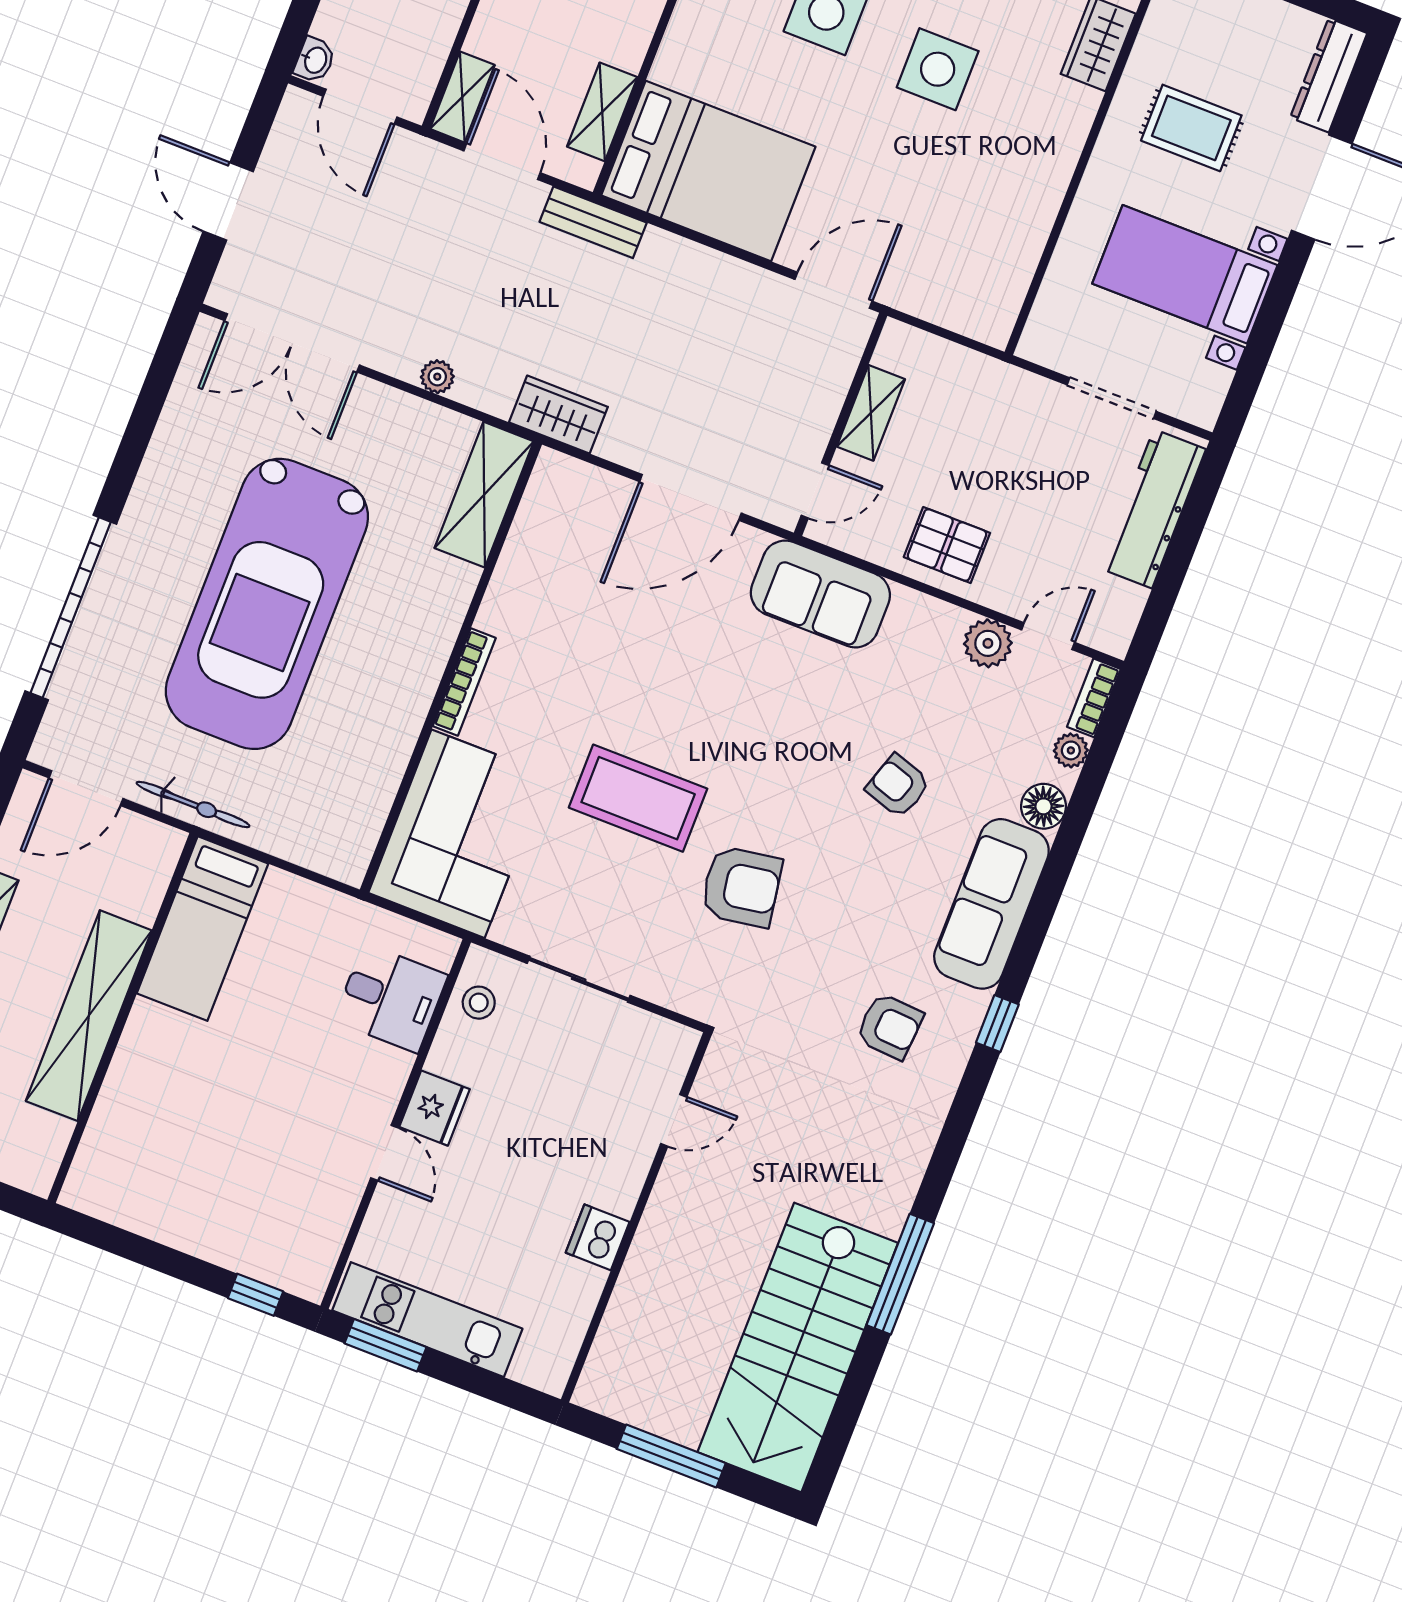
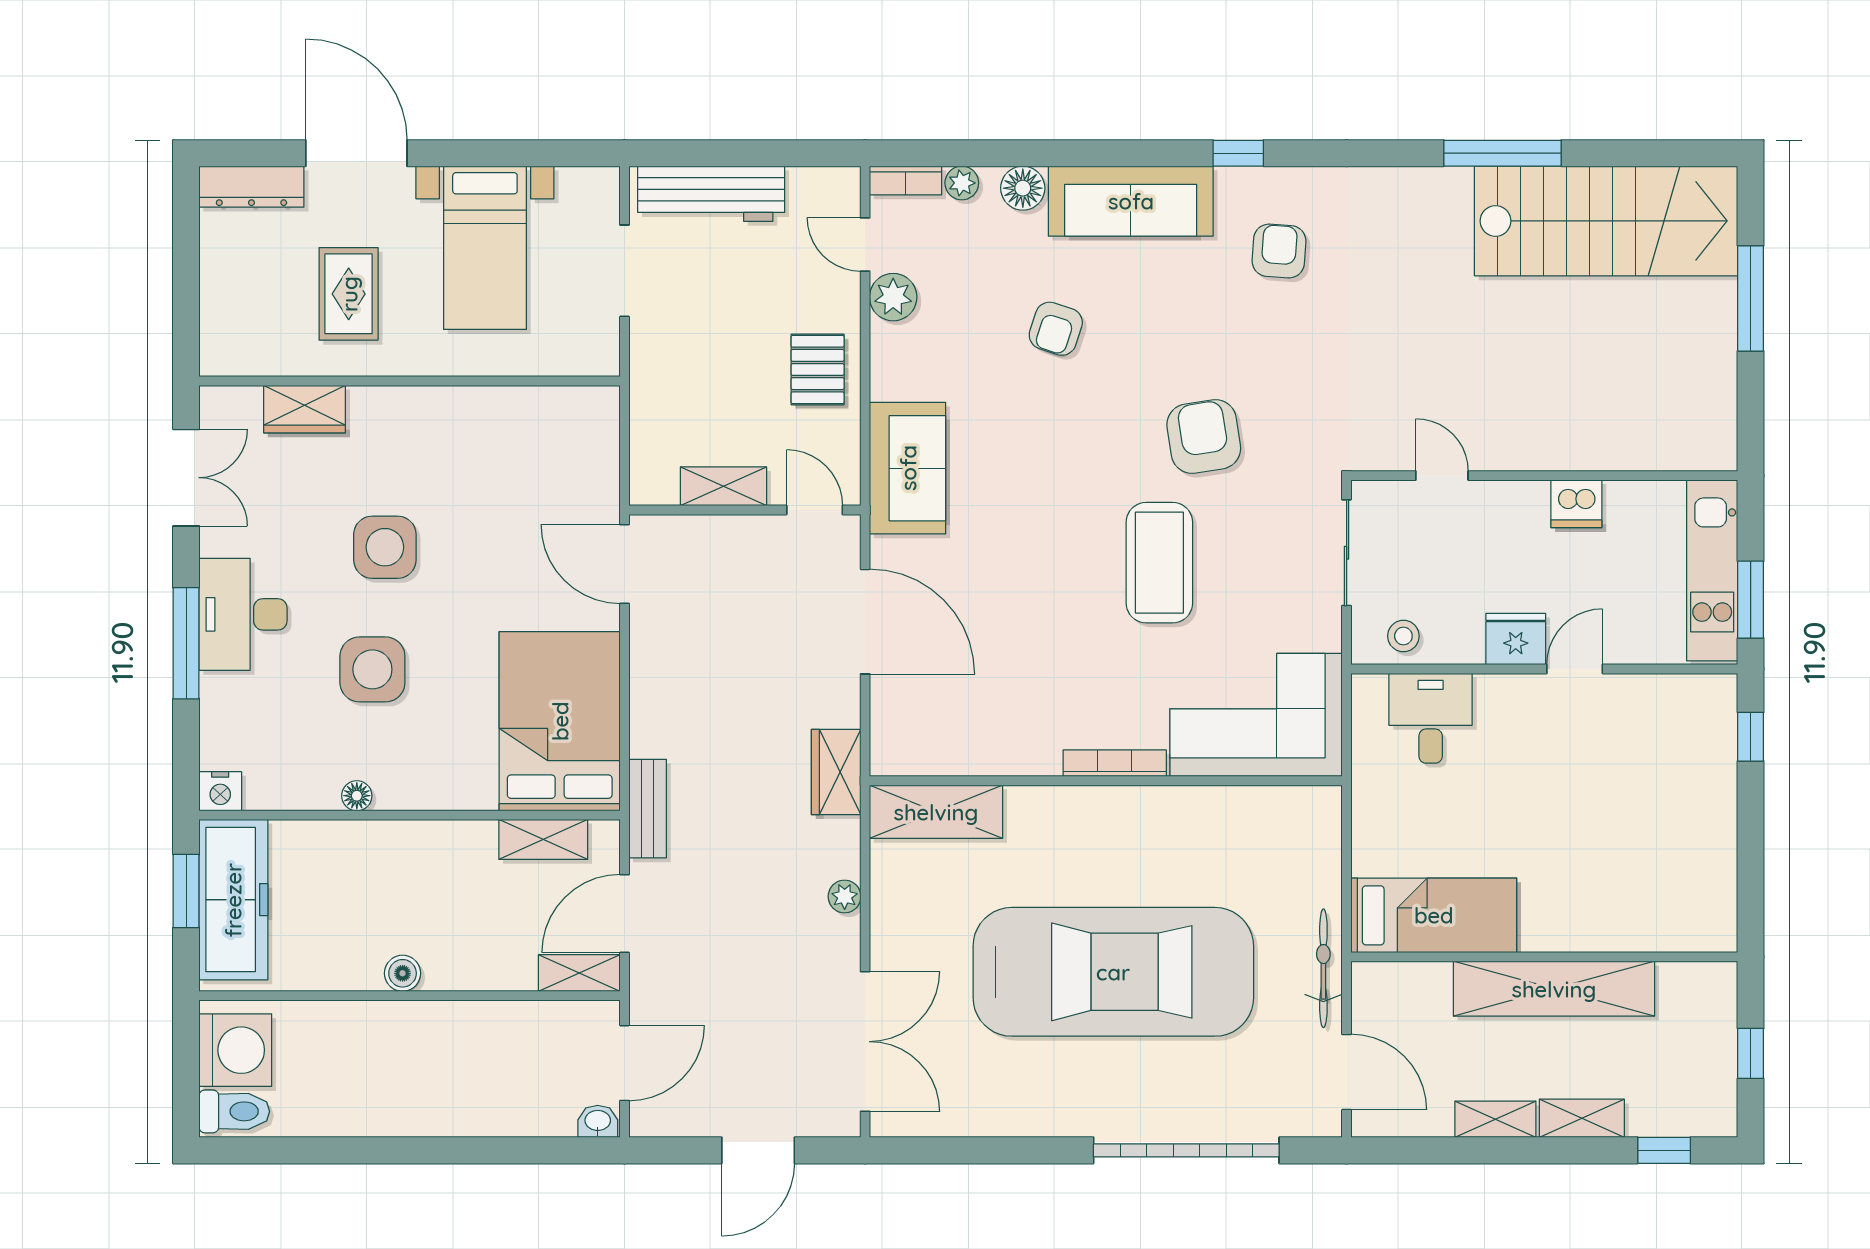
door: (674, 1120) -> (1442, 476), moved
wall: (636, 1217) -> (1544, 476), moved
dishwasher: (598, 1237) -> (1576, 504), moved

